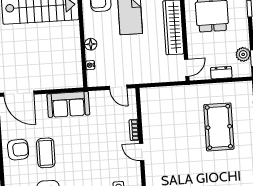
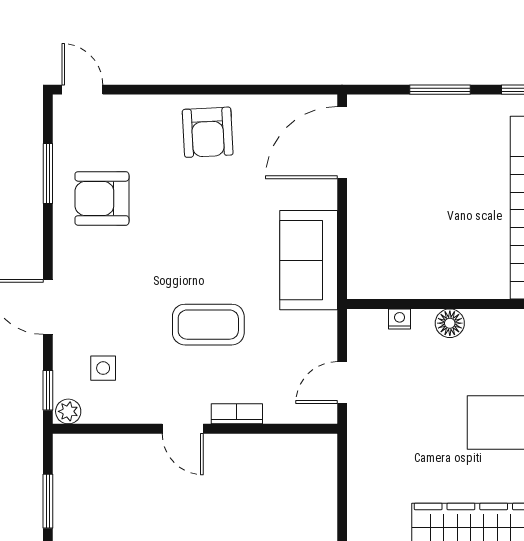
door: (142, 152) -> (183, 429), swing flipped
coffee table: (46, 153) -> (208, 325), moved

